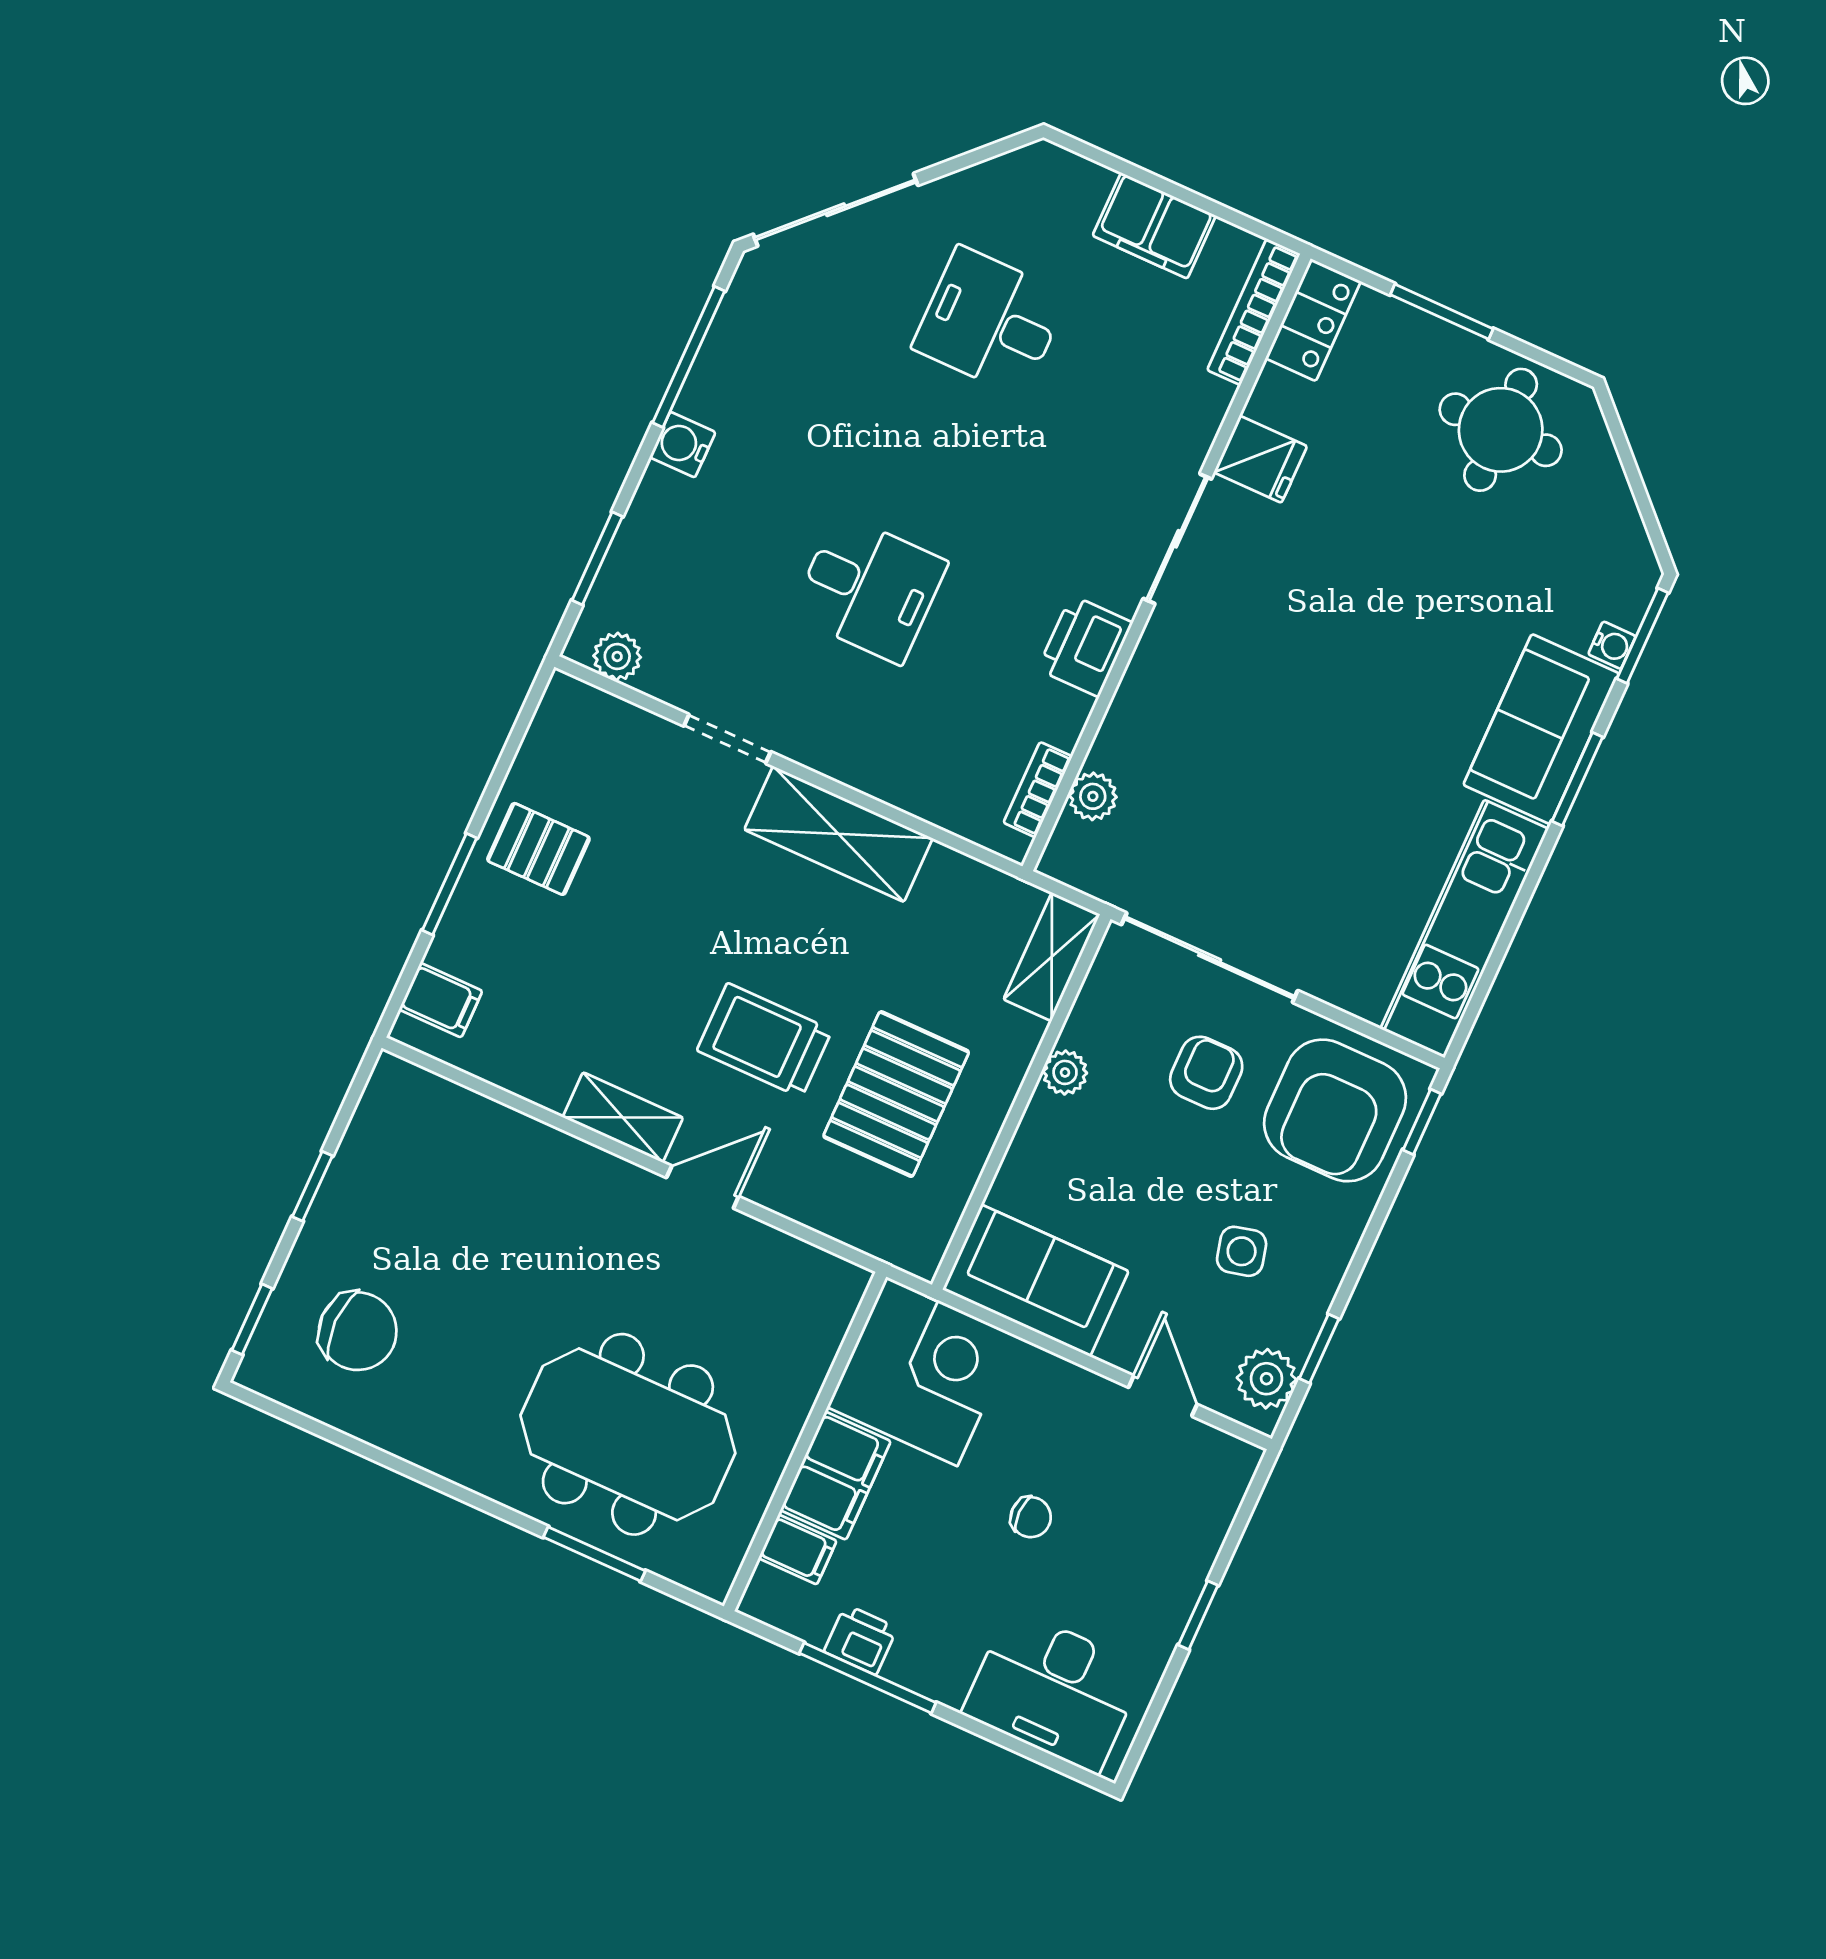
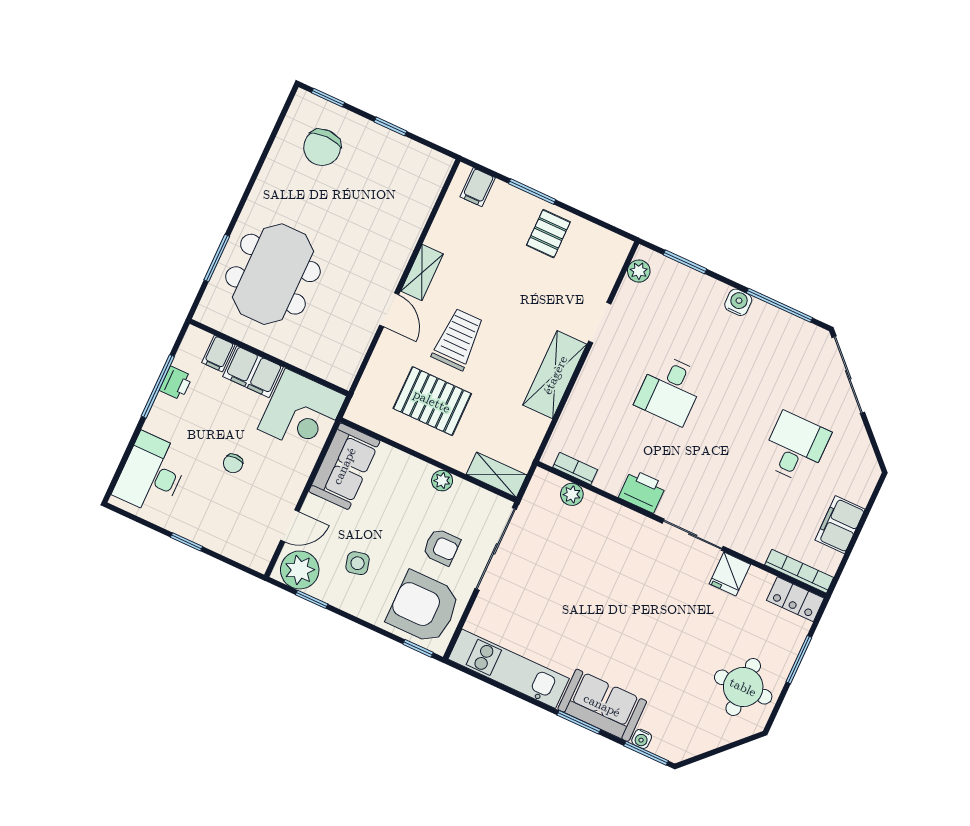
plant: (1267, 1379) -> (300, 570), width x1.36, depth x1.36

